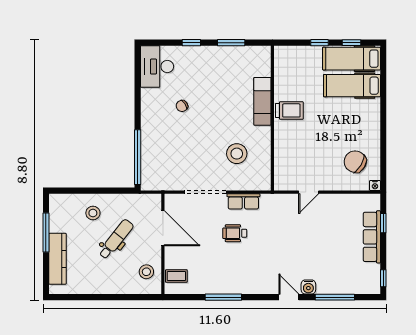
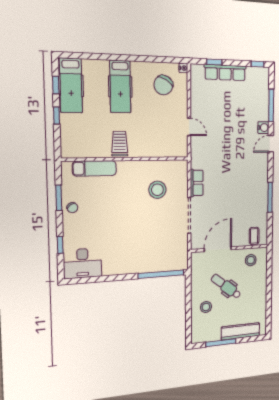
window: (191, 43) -> (60, 245), moved
hospital bed: (352, 86) -> (120, 87), moved
exam couch: (262, 101) -> (94, 168), moved
chair: (182, 106) -> (72, 208), moved
wheelchair: (235, 233) -> (222, 190), removed

